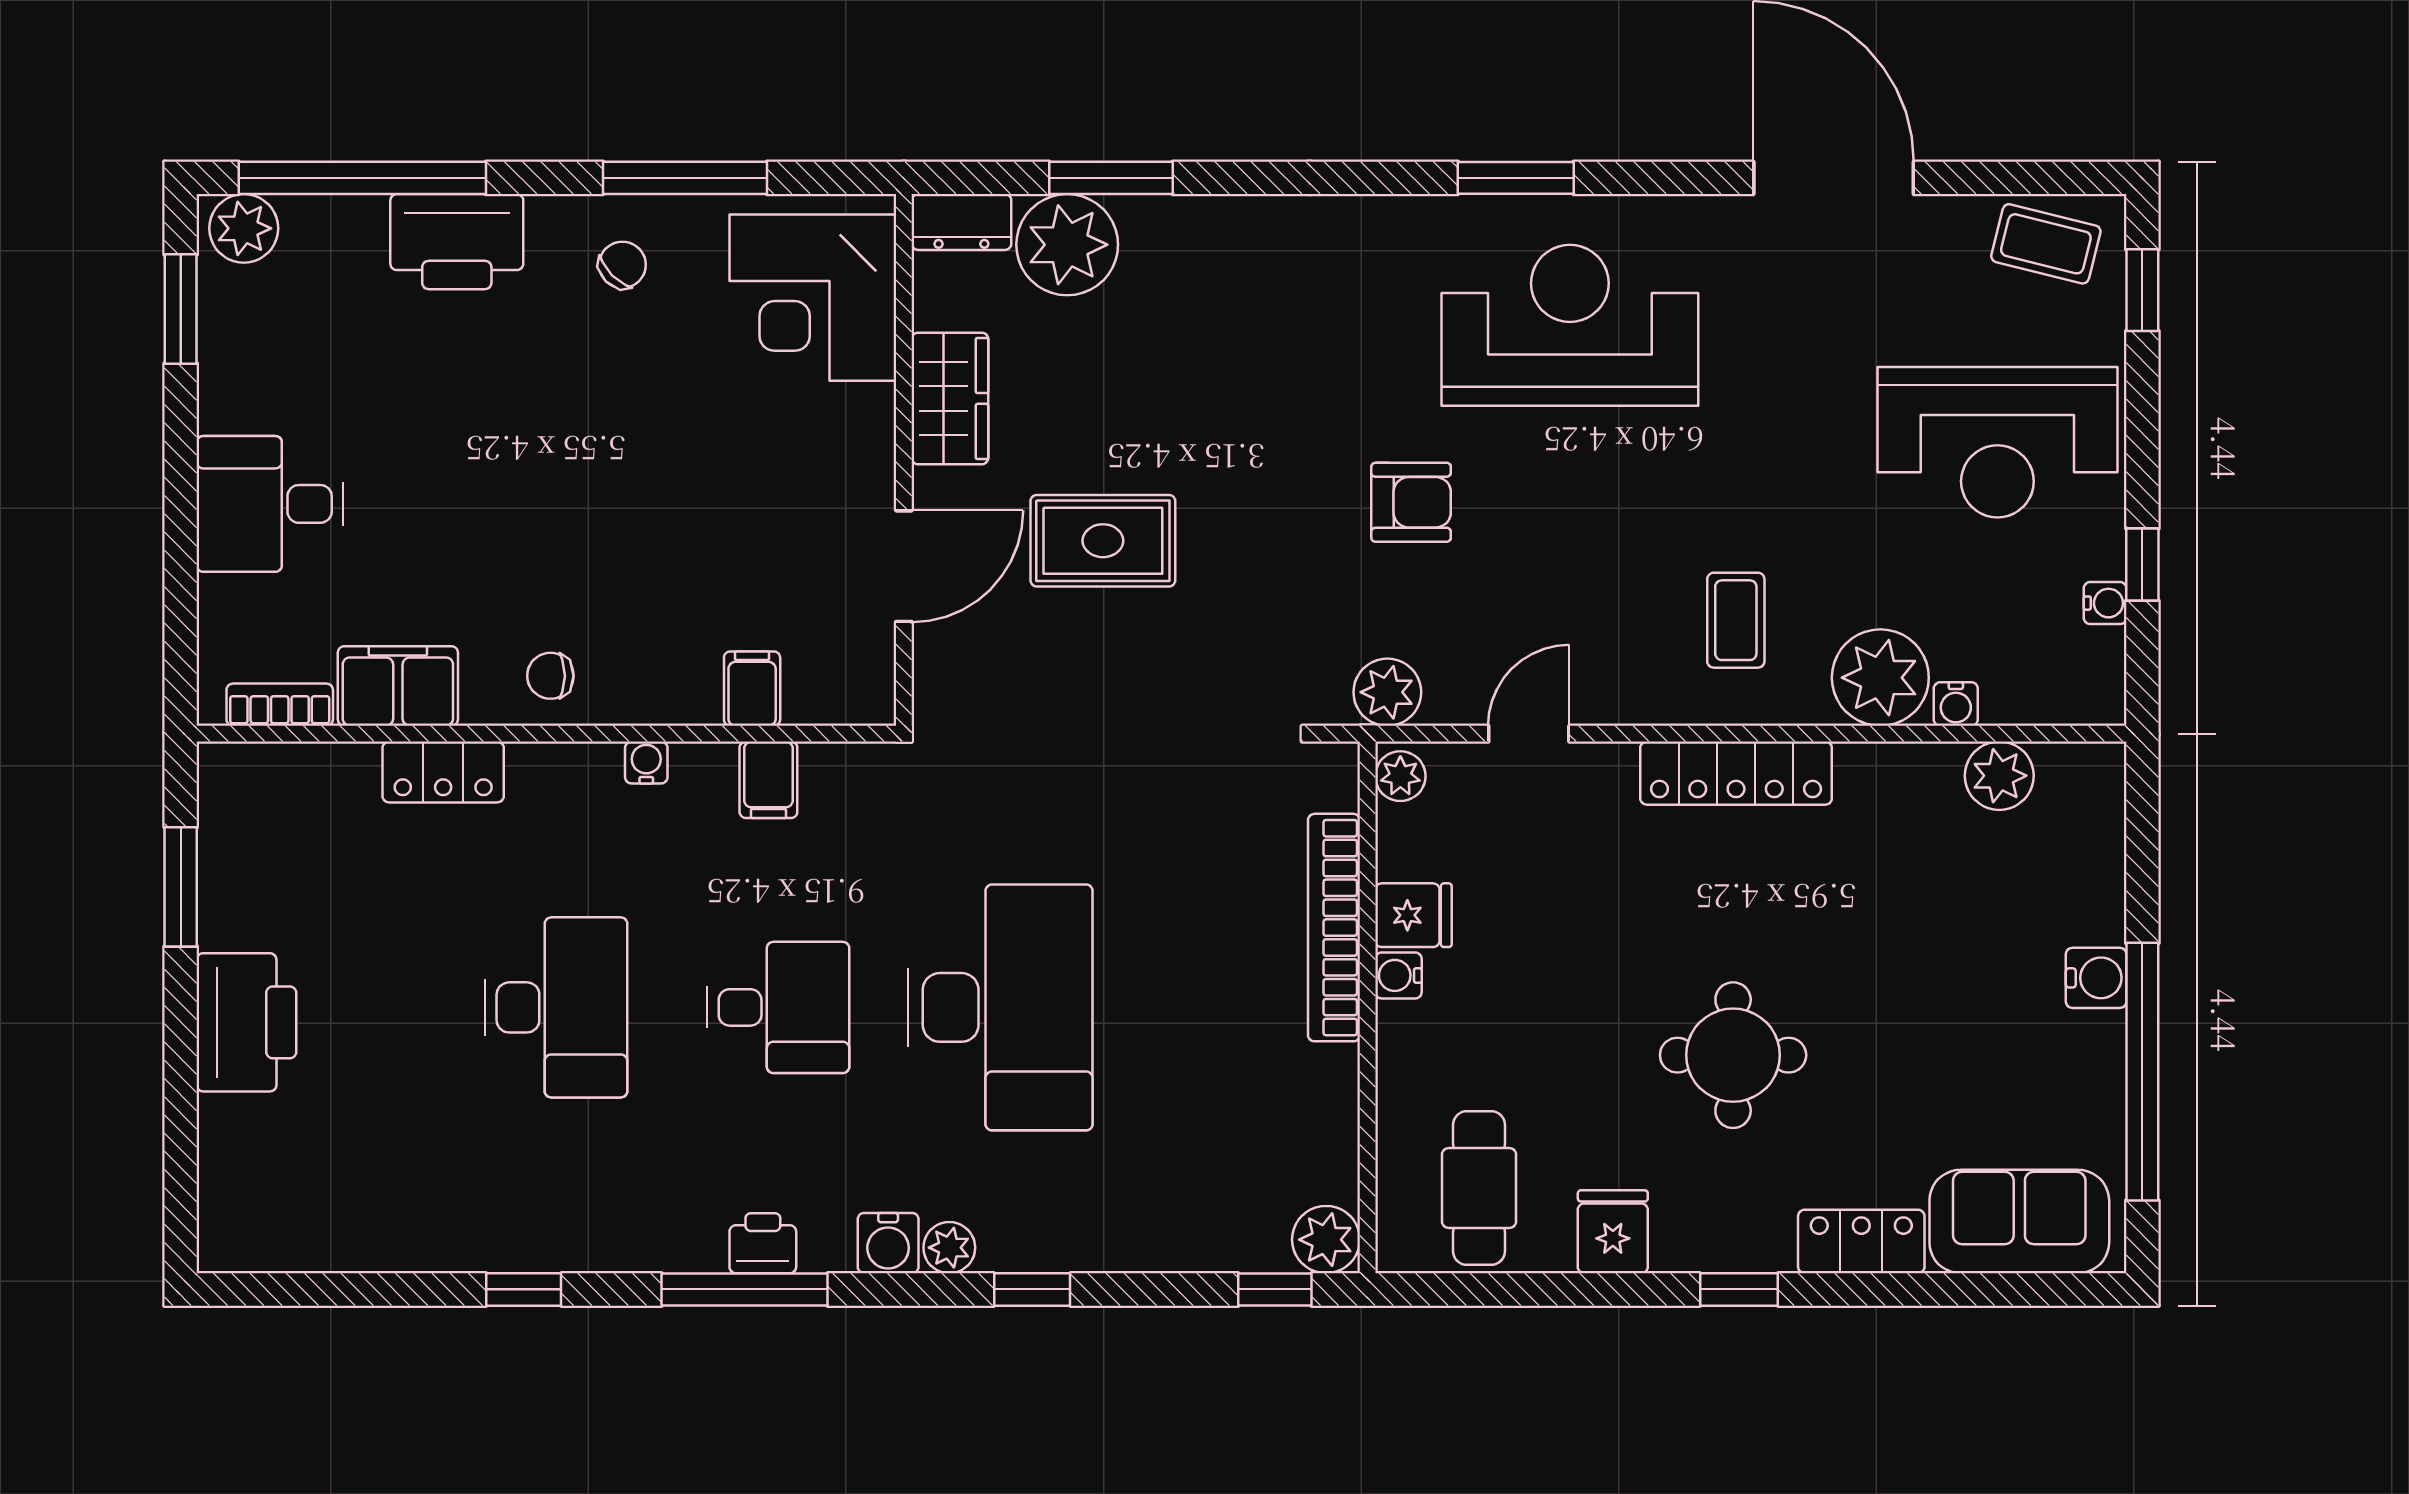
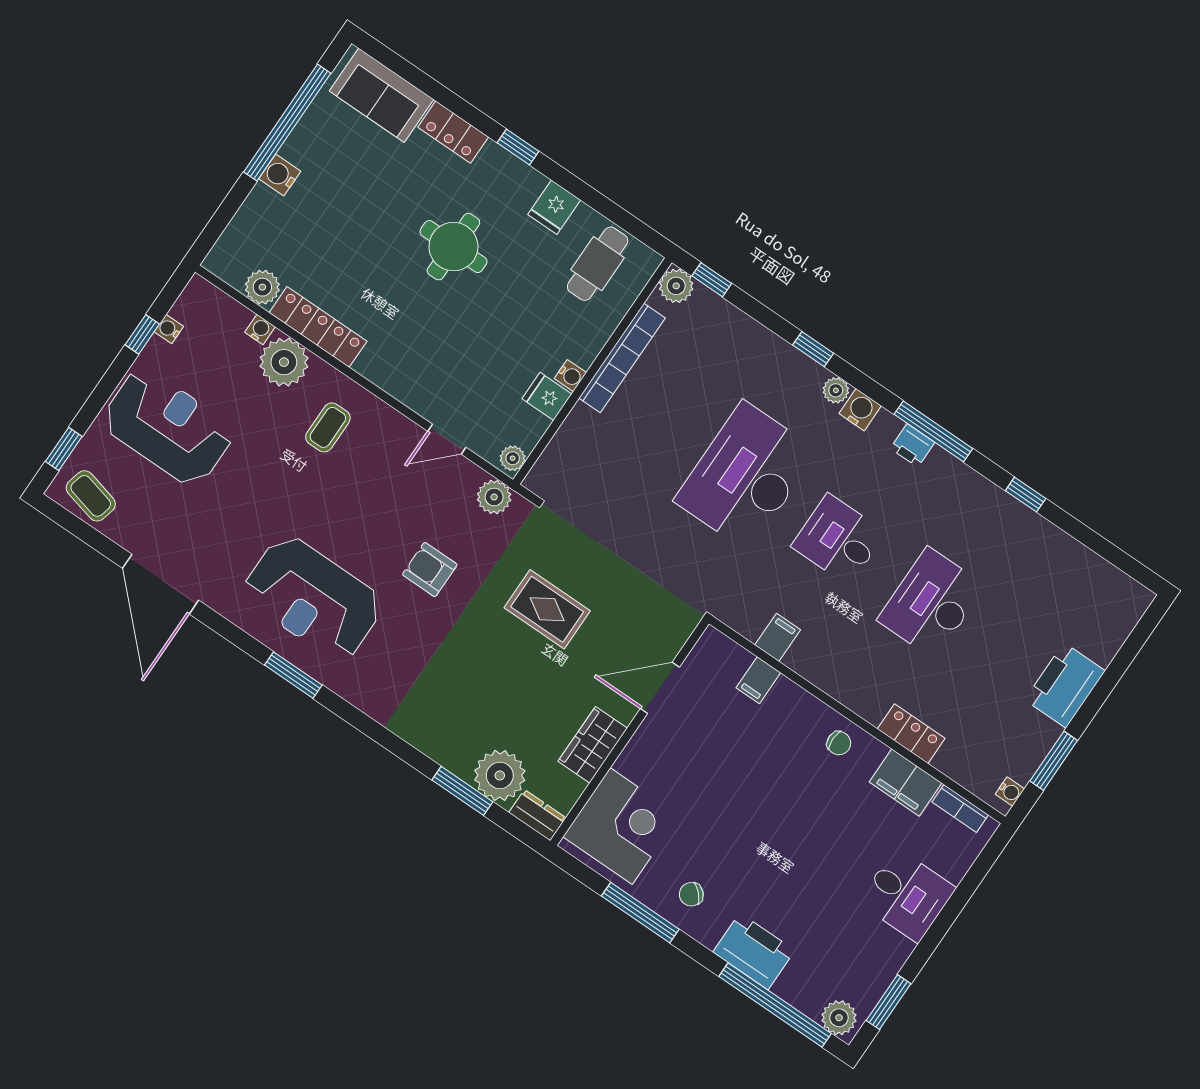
rug: (1103, 541) -> (547, 609), moved
water cooler: (646, 762) -> (1010, 791), moved, turned -90
locker: (1736, 773) -> (318, 327), moved
bookcase: (1334, 928) -> (622, 358), moved

